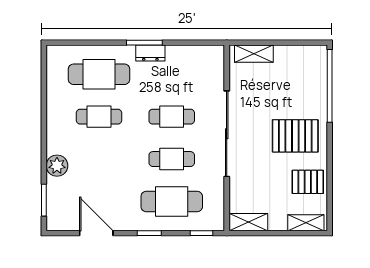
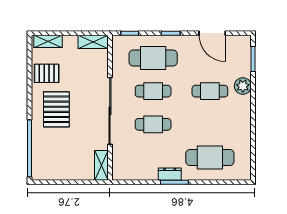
shelving: (254, 54) -> (101, 165), moved, turned 90
cafe table: (99, 117) -> (210, 91), moved
pallet: (295, 136) -> (56, 109), turned 90

